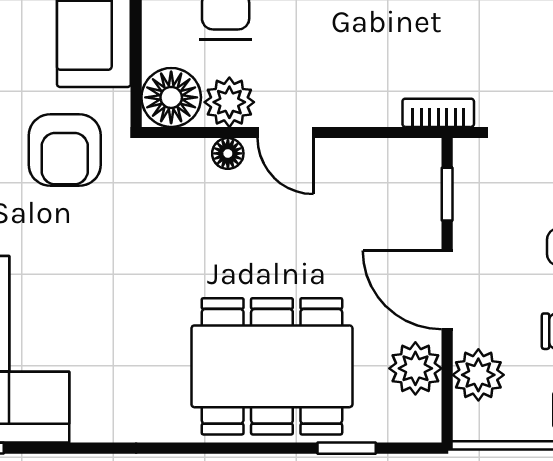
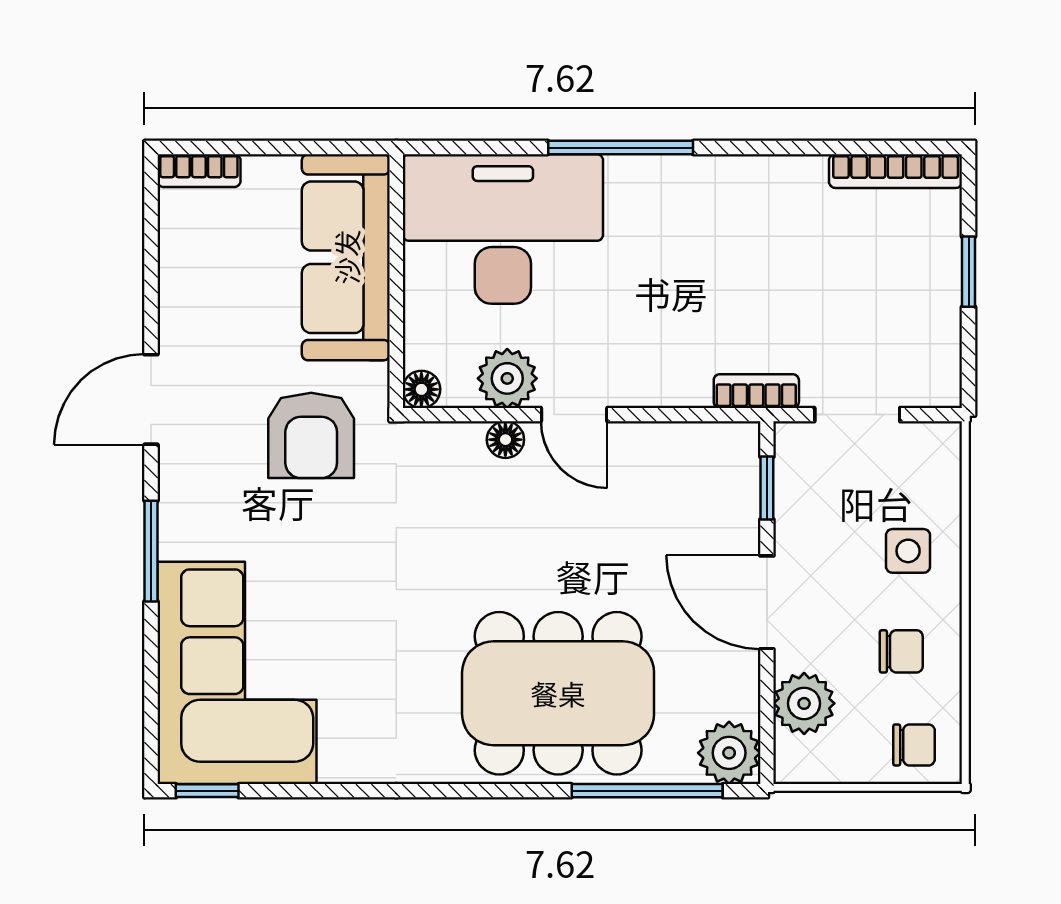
floor lamp: (171, 97) -> (421, 389), width x0.53, depth x0.53
plant: (415, 368) -> (729, 753), moved
window: (347, 448) -> (647, 791), width x2.17

